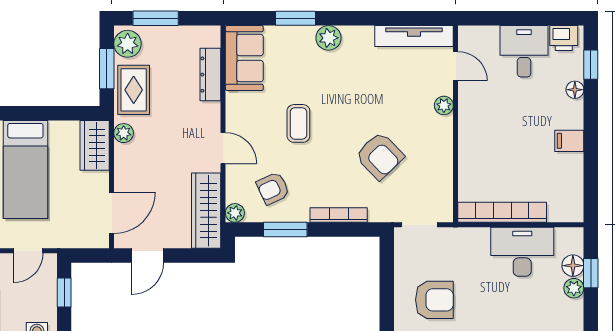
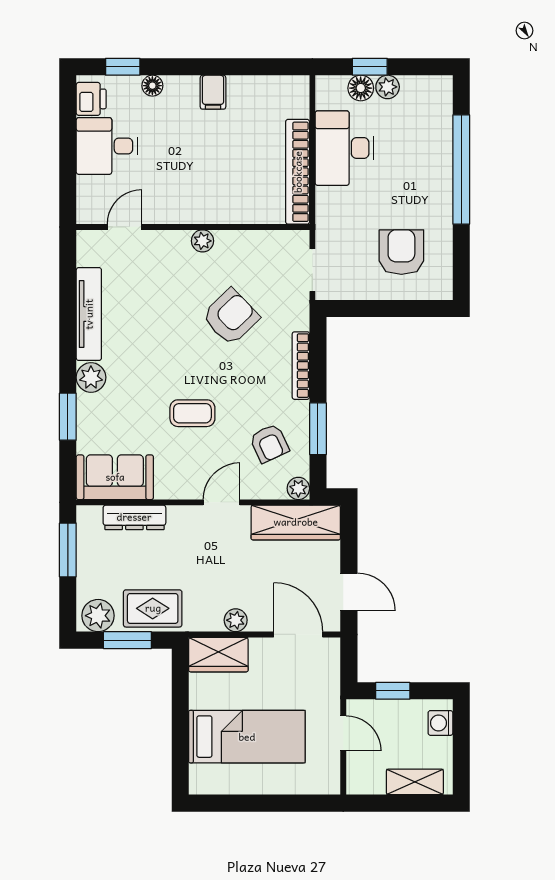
window: (156, 18) -> (68, 550), moved
tv unit: (414, 36) -> (89, 314), moved
plant: (444, 105) -> (202, 241), moved
plant: (124, 133) -> (236, 620), moved

